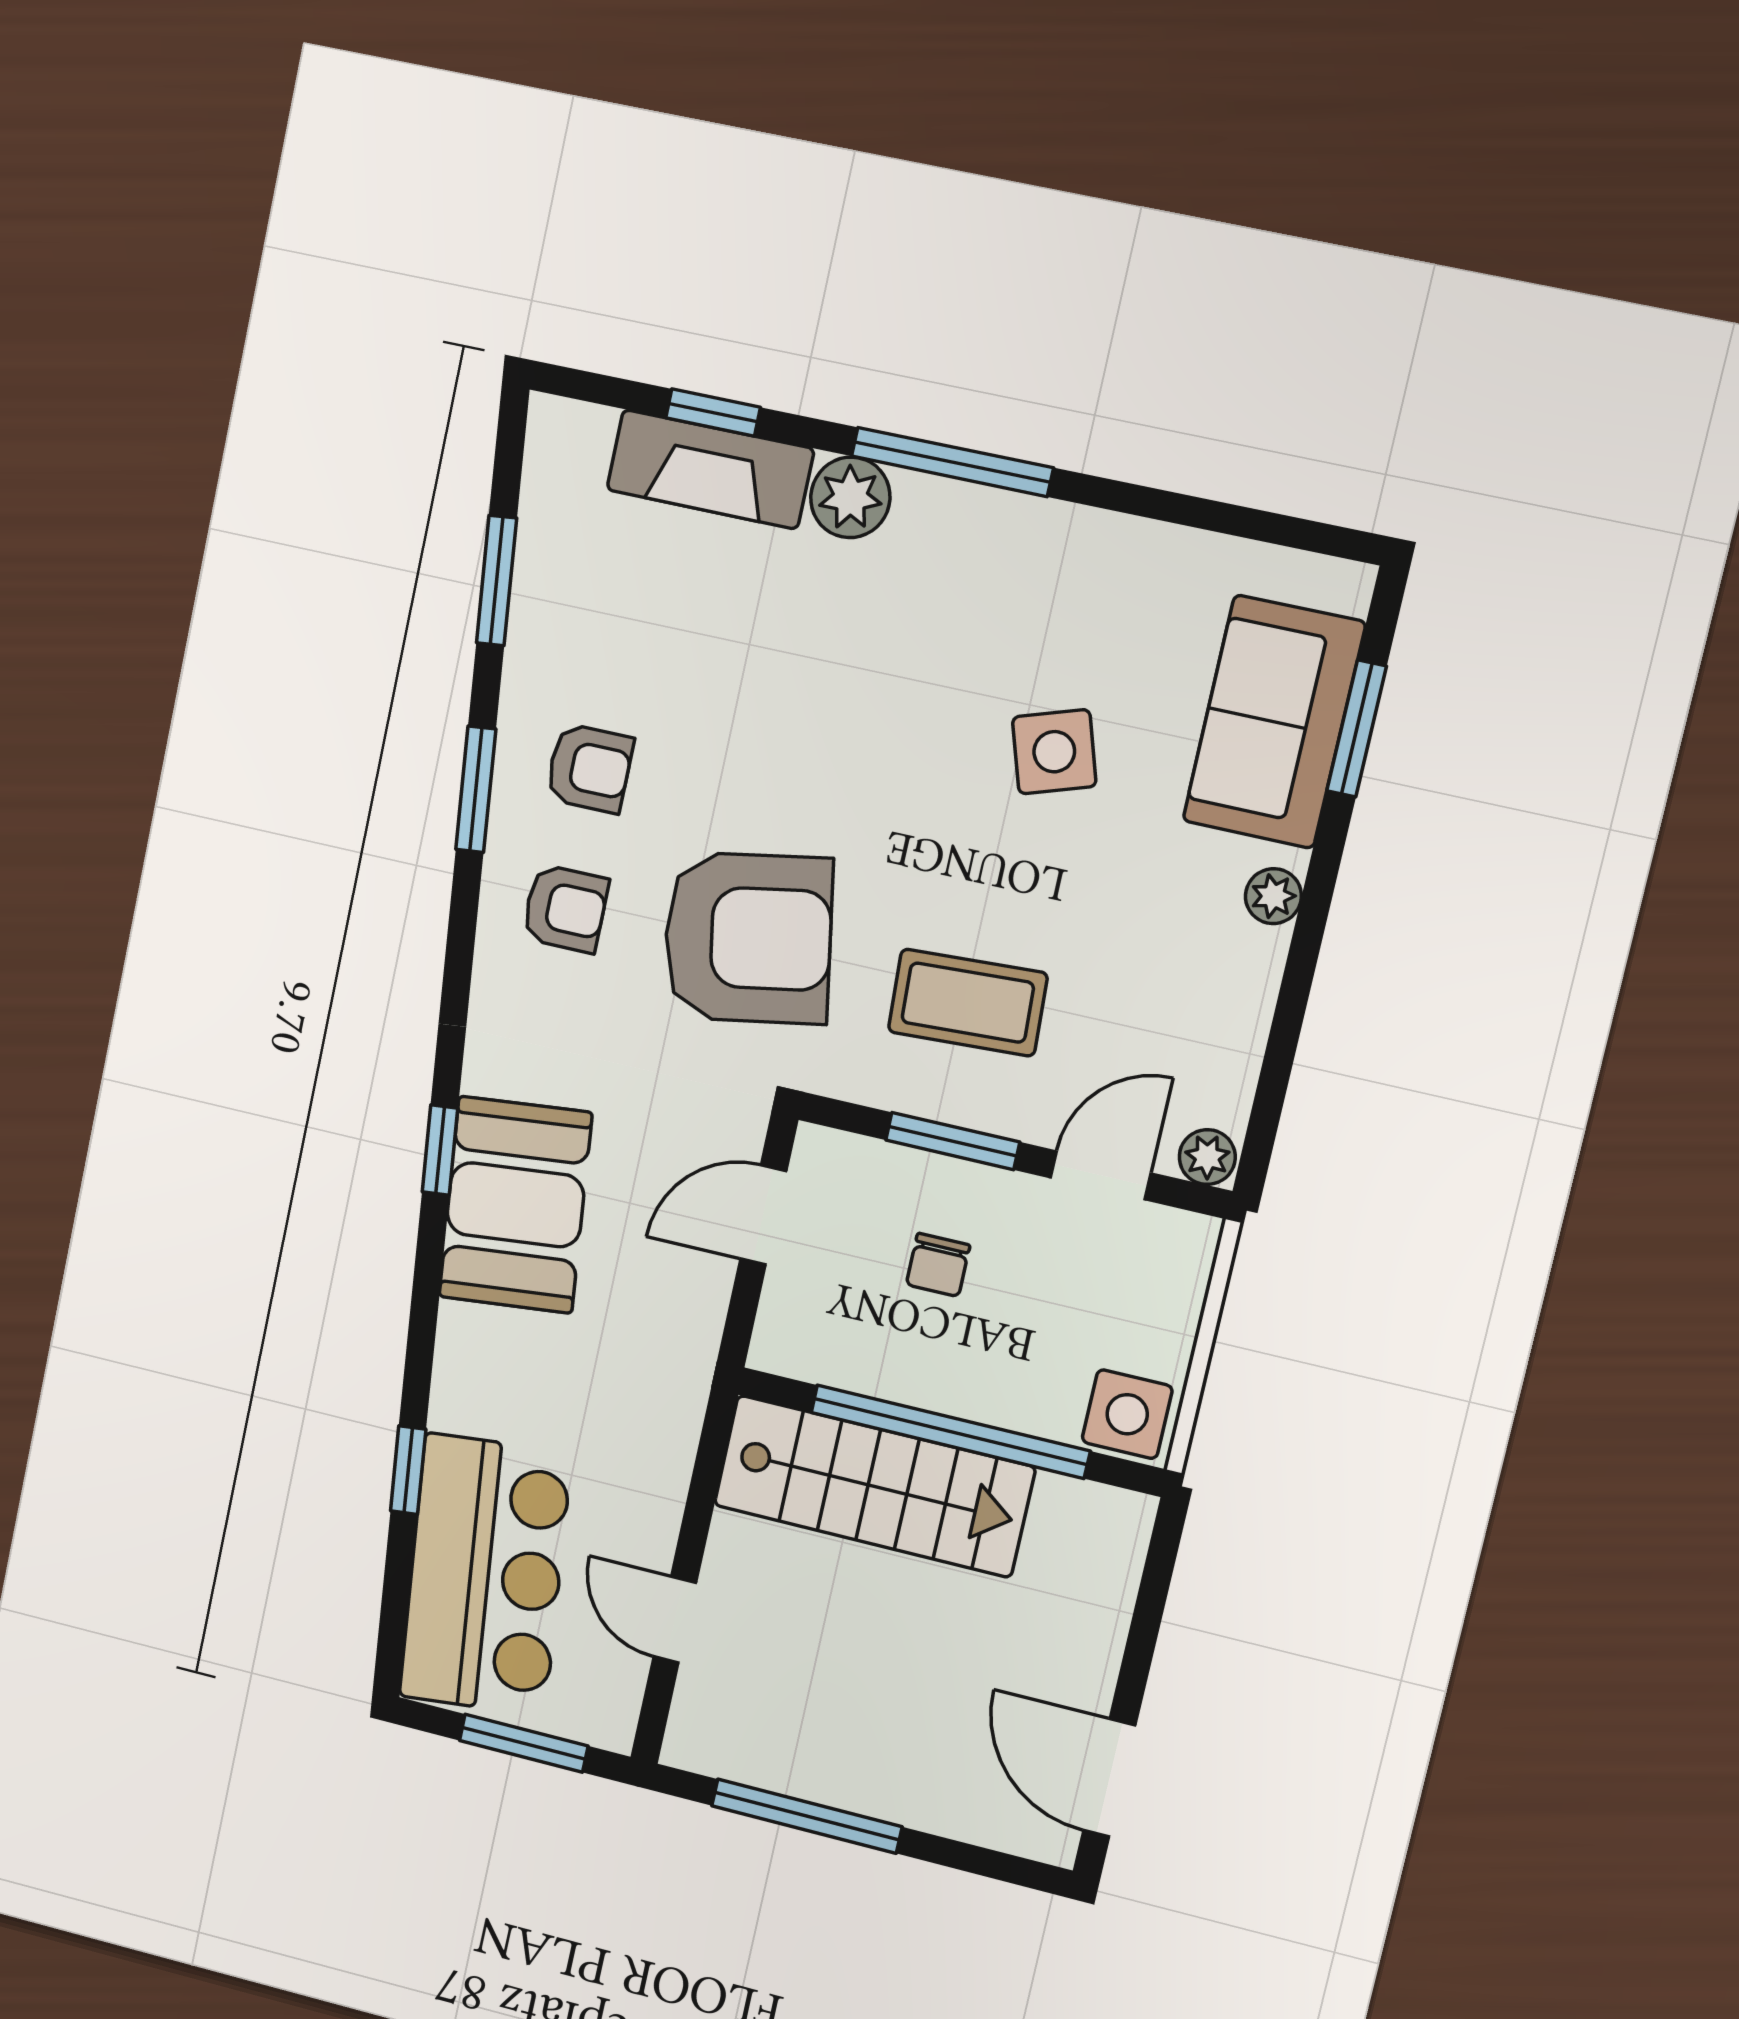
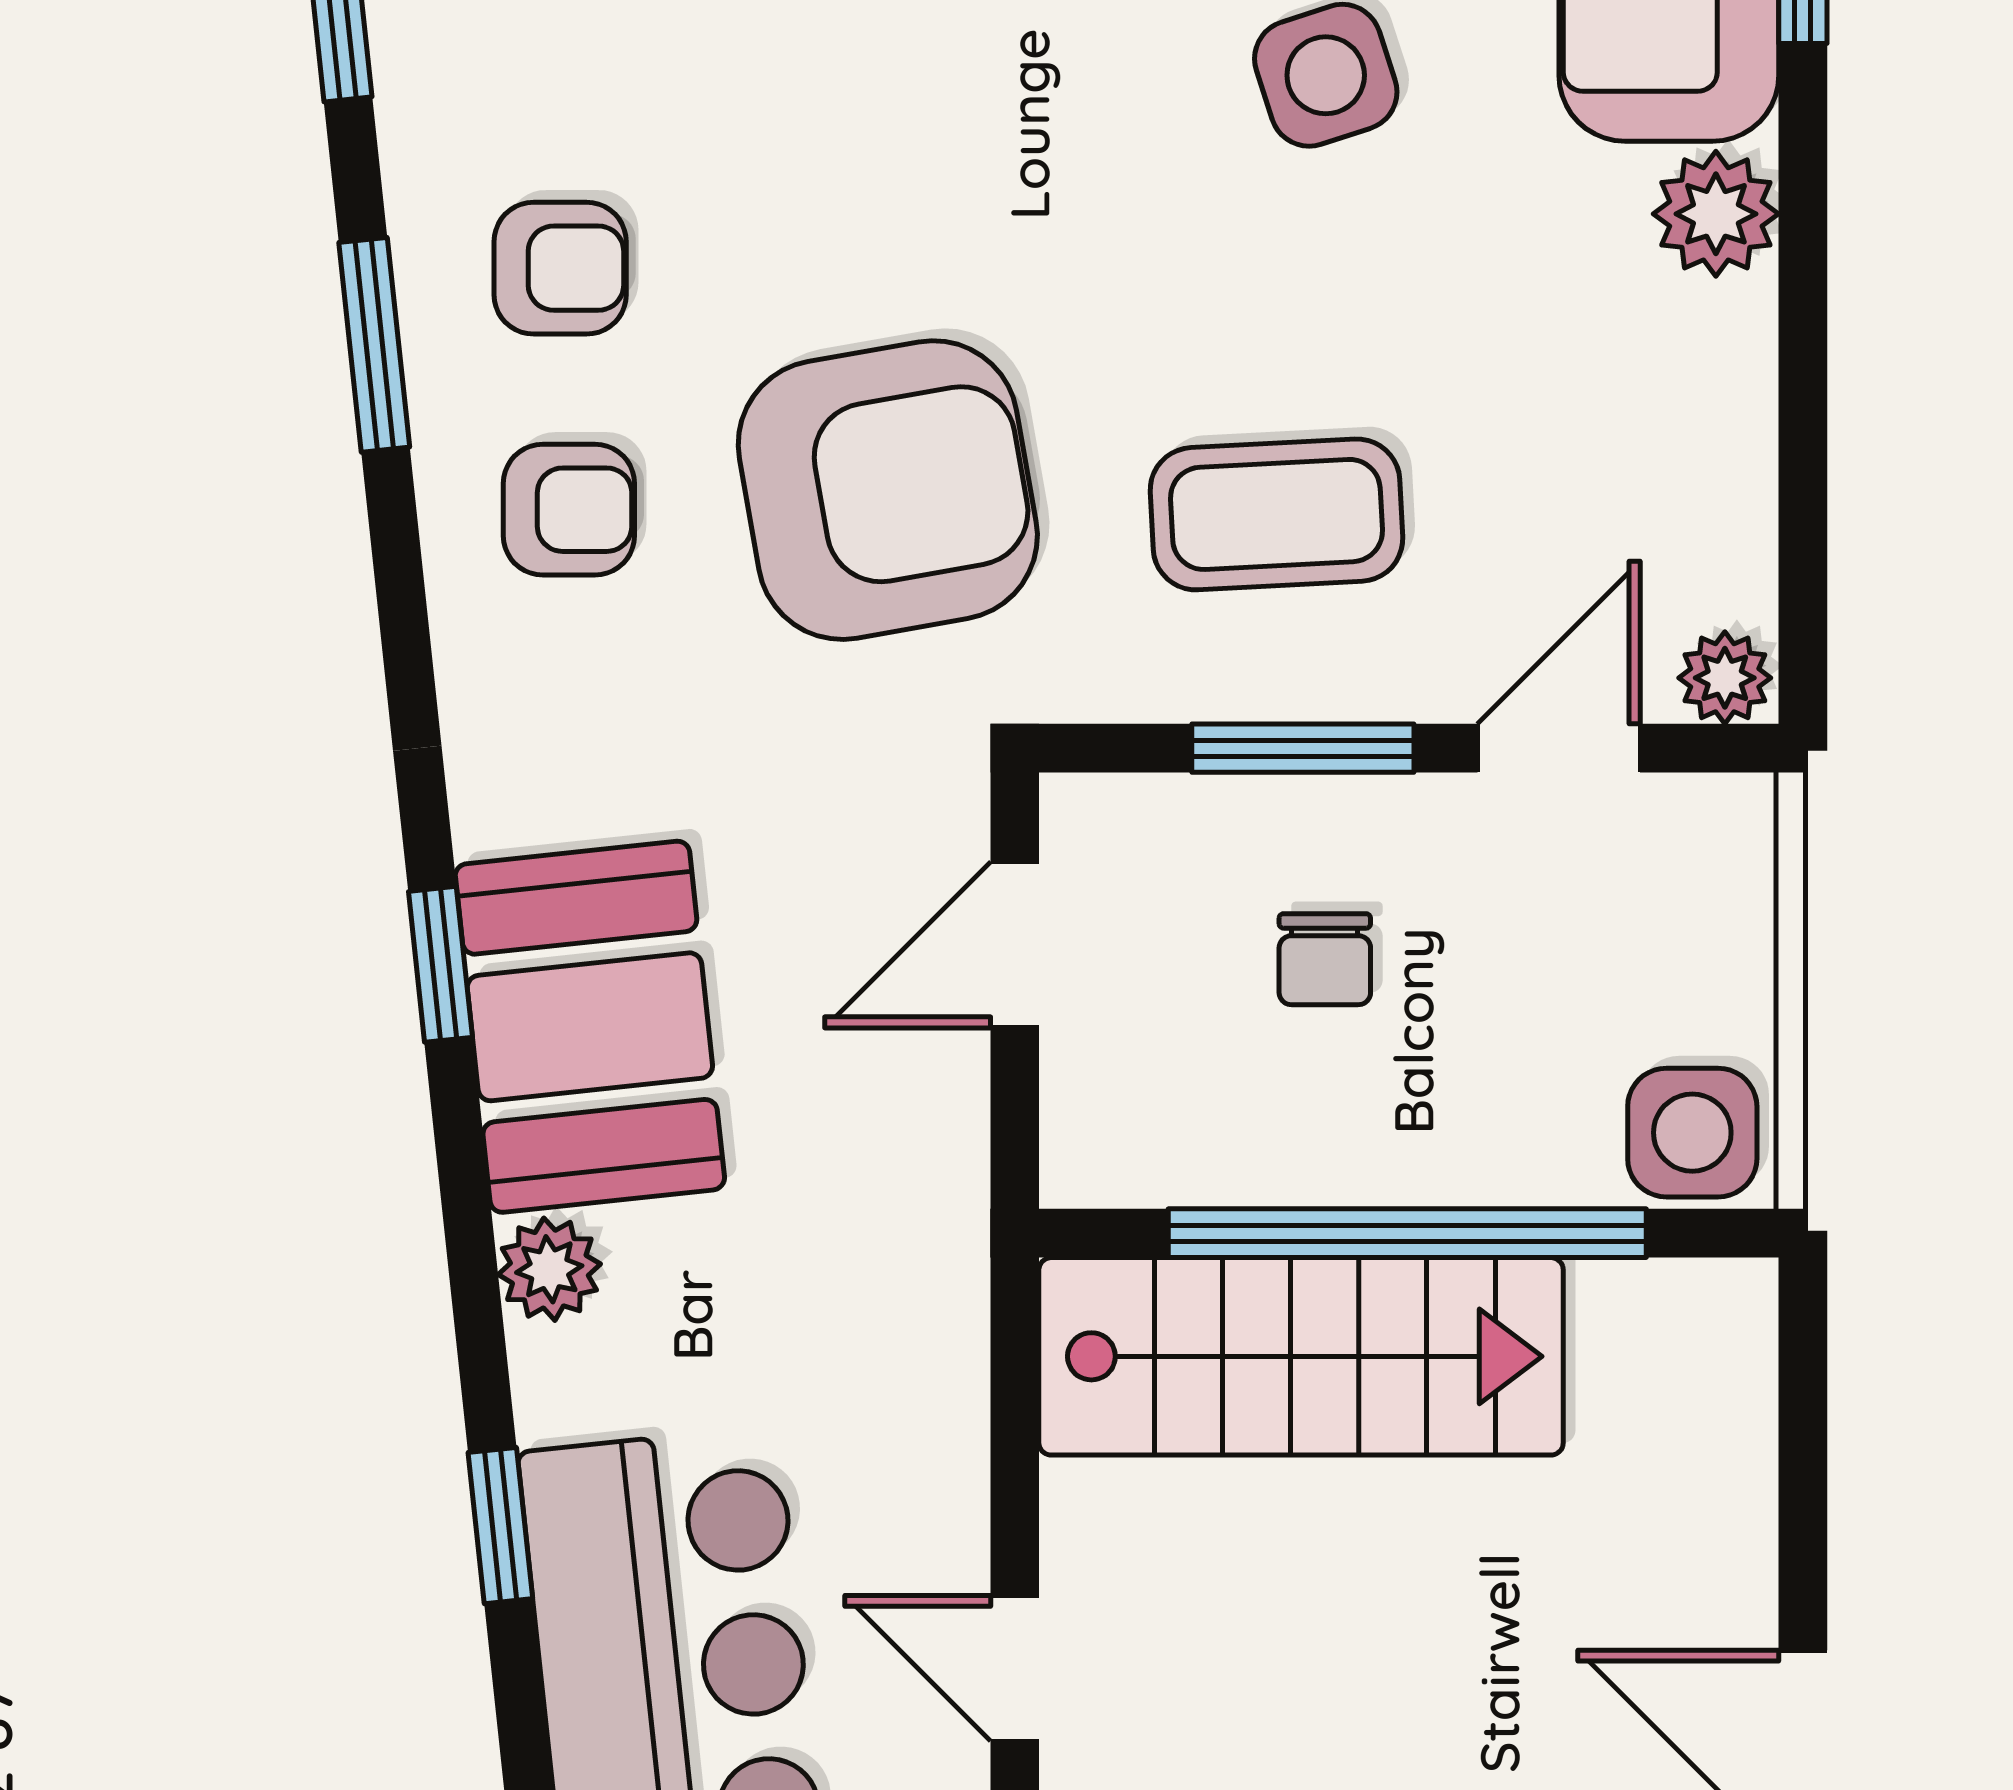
plant: (1273, 896) -> (1716, 214), width x1.38, depth x1.38
plant: (465, 1335) -> (549, 1269), added

